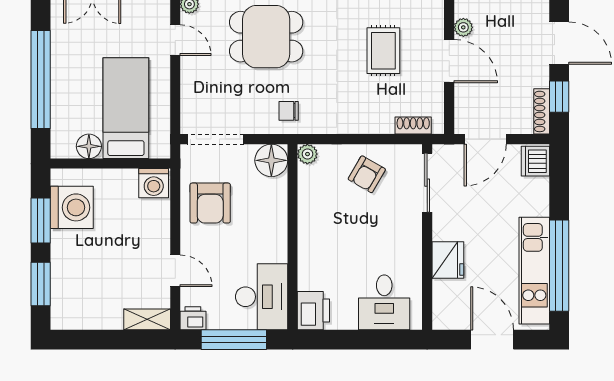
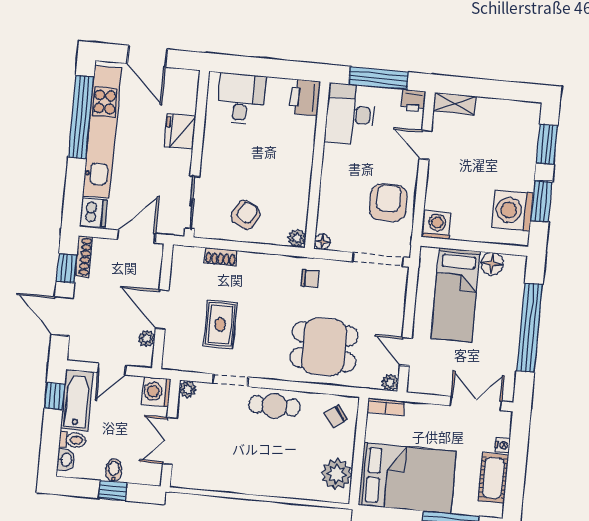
shoe rack: (413, 126) -> (221, 257), moved
floor lamp: (271, 160) -> (322, 242), width x0.53, depth x0.53
kitchen unit: (534, 271) -> (102, 132), width x1.36

